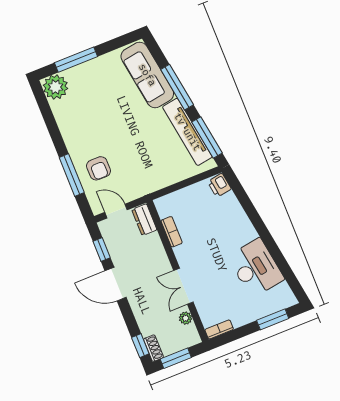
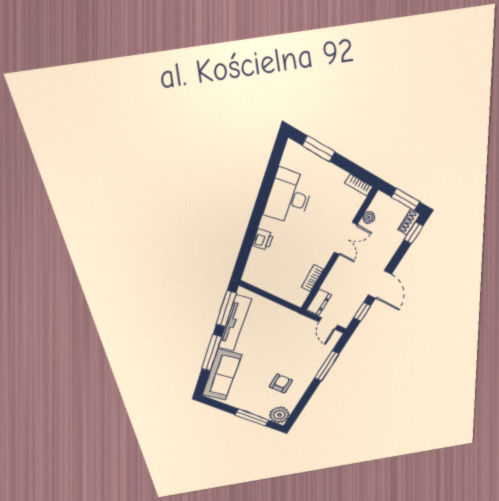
armchair: (99, 168) -> (281, 384), moved
printer: (219, 185) -> (263, 240), moved

